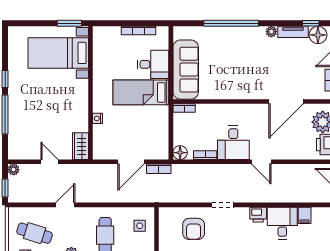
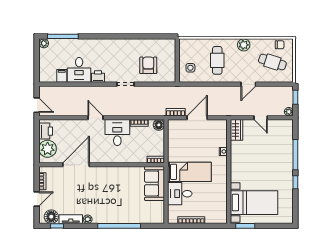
sofa: (186, 70) -> (154, 183), width x0.73

